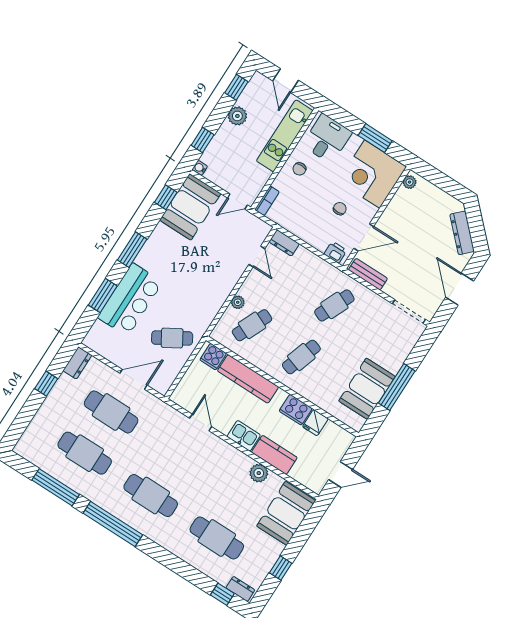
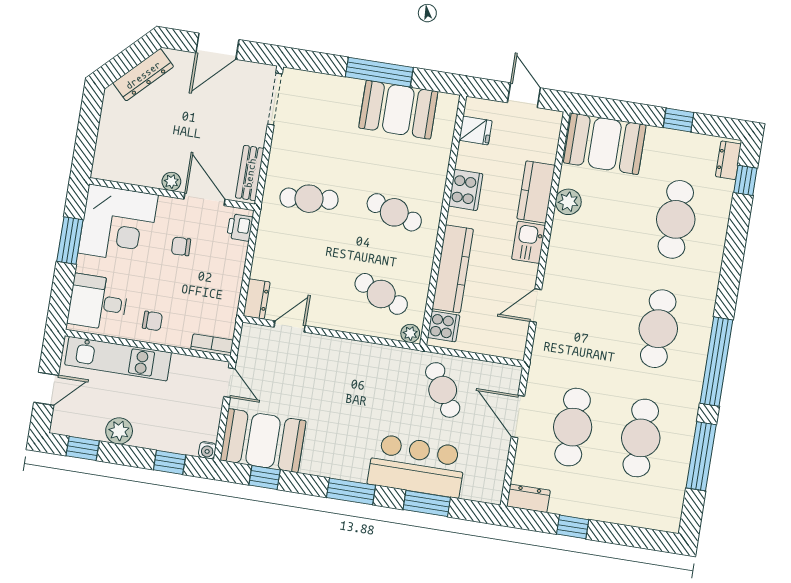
plant: (410, 182) -> (171, 182), moved
plant: (238, 302) -> (410, 333), moved
cafe table: (334, 305) -> (309, 199), turned -30
fridge: (315, 423) -> (475, 131), moved

